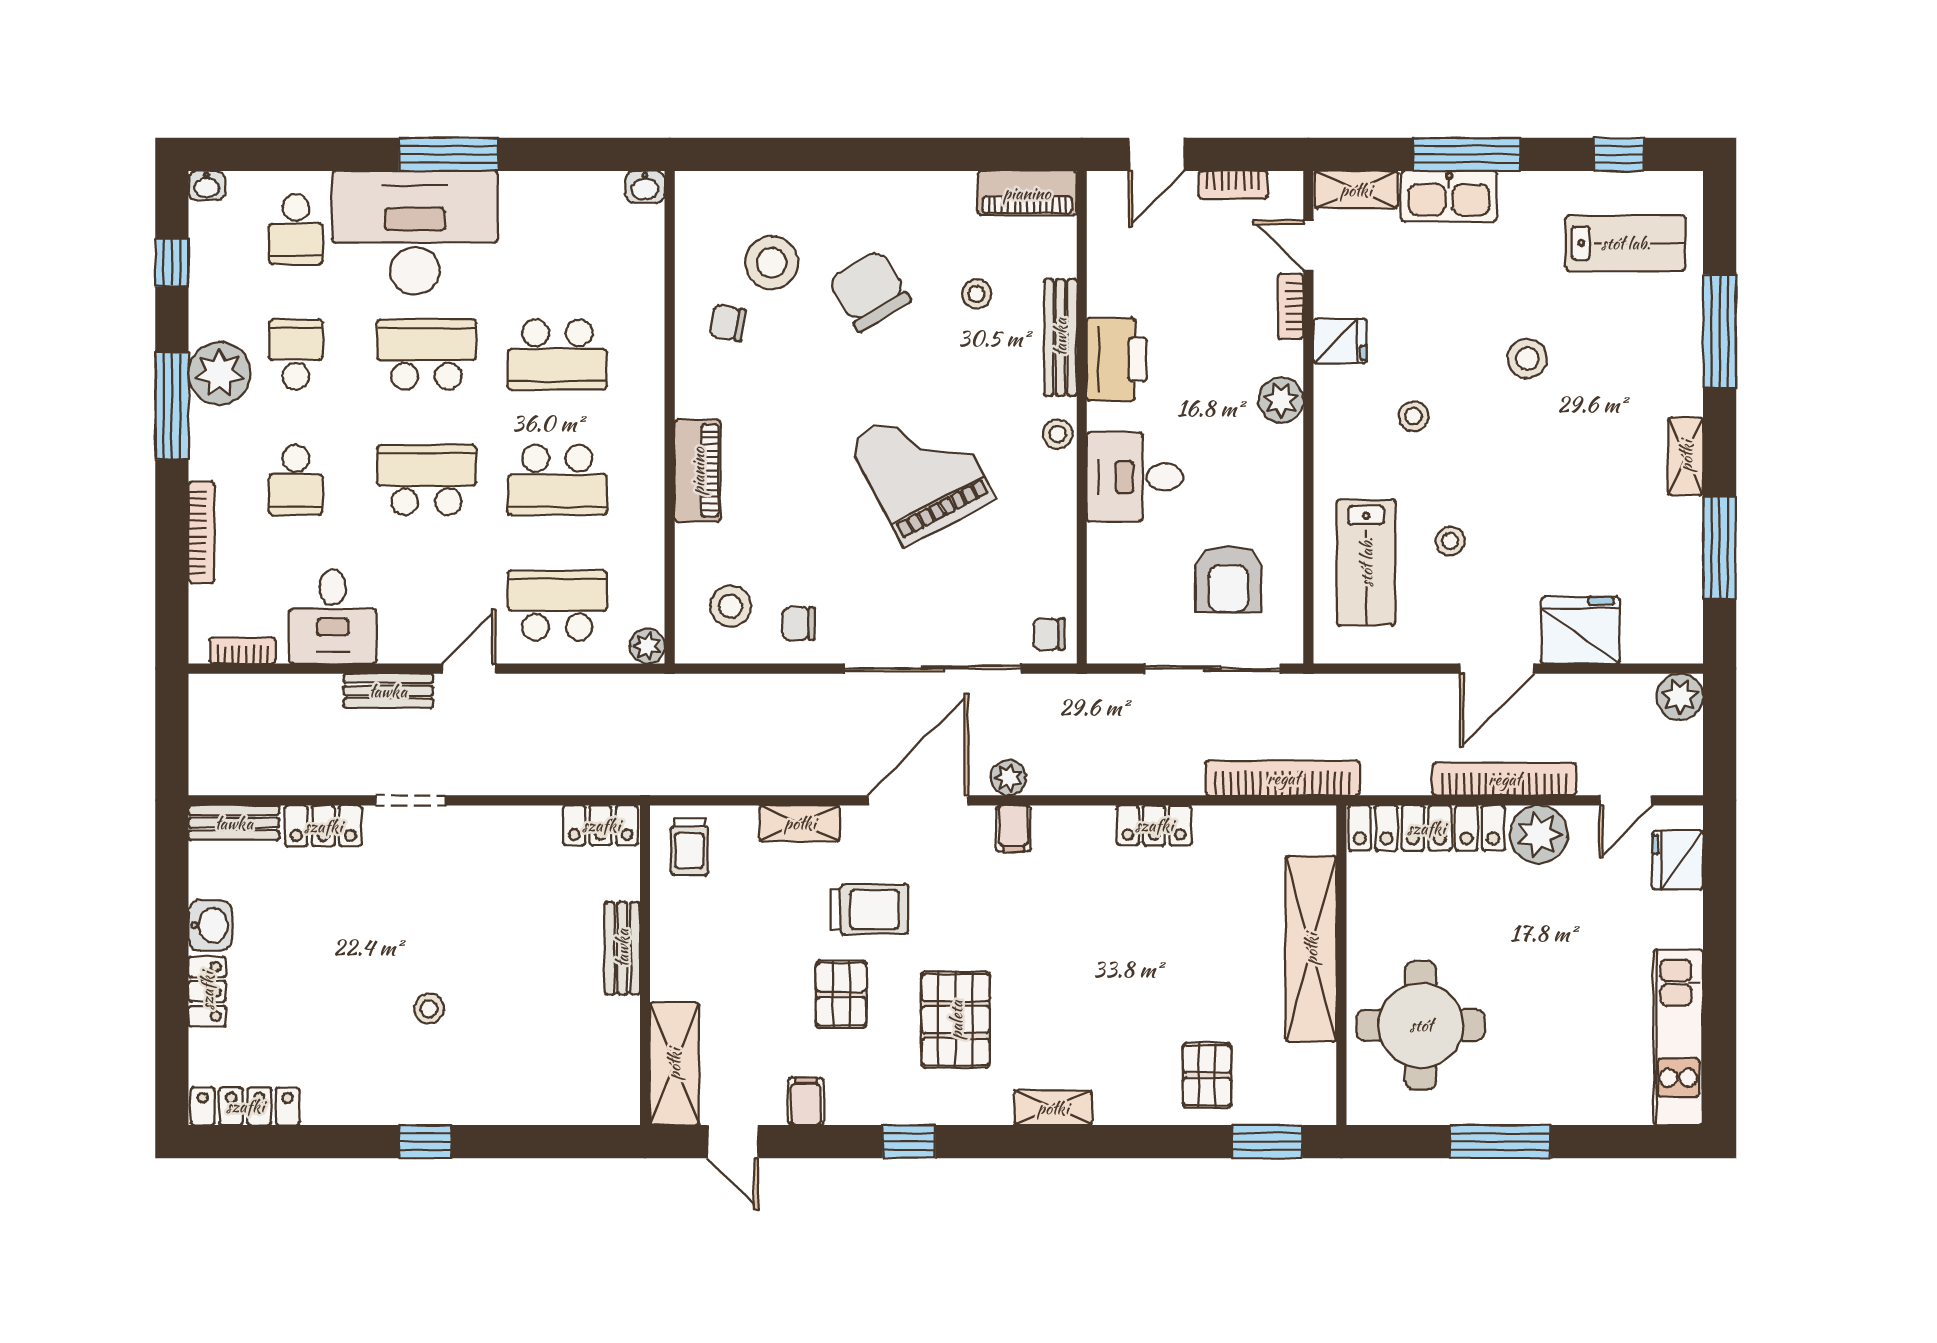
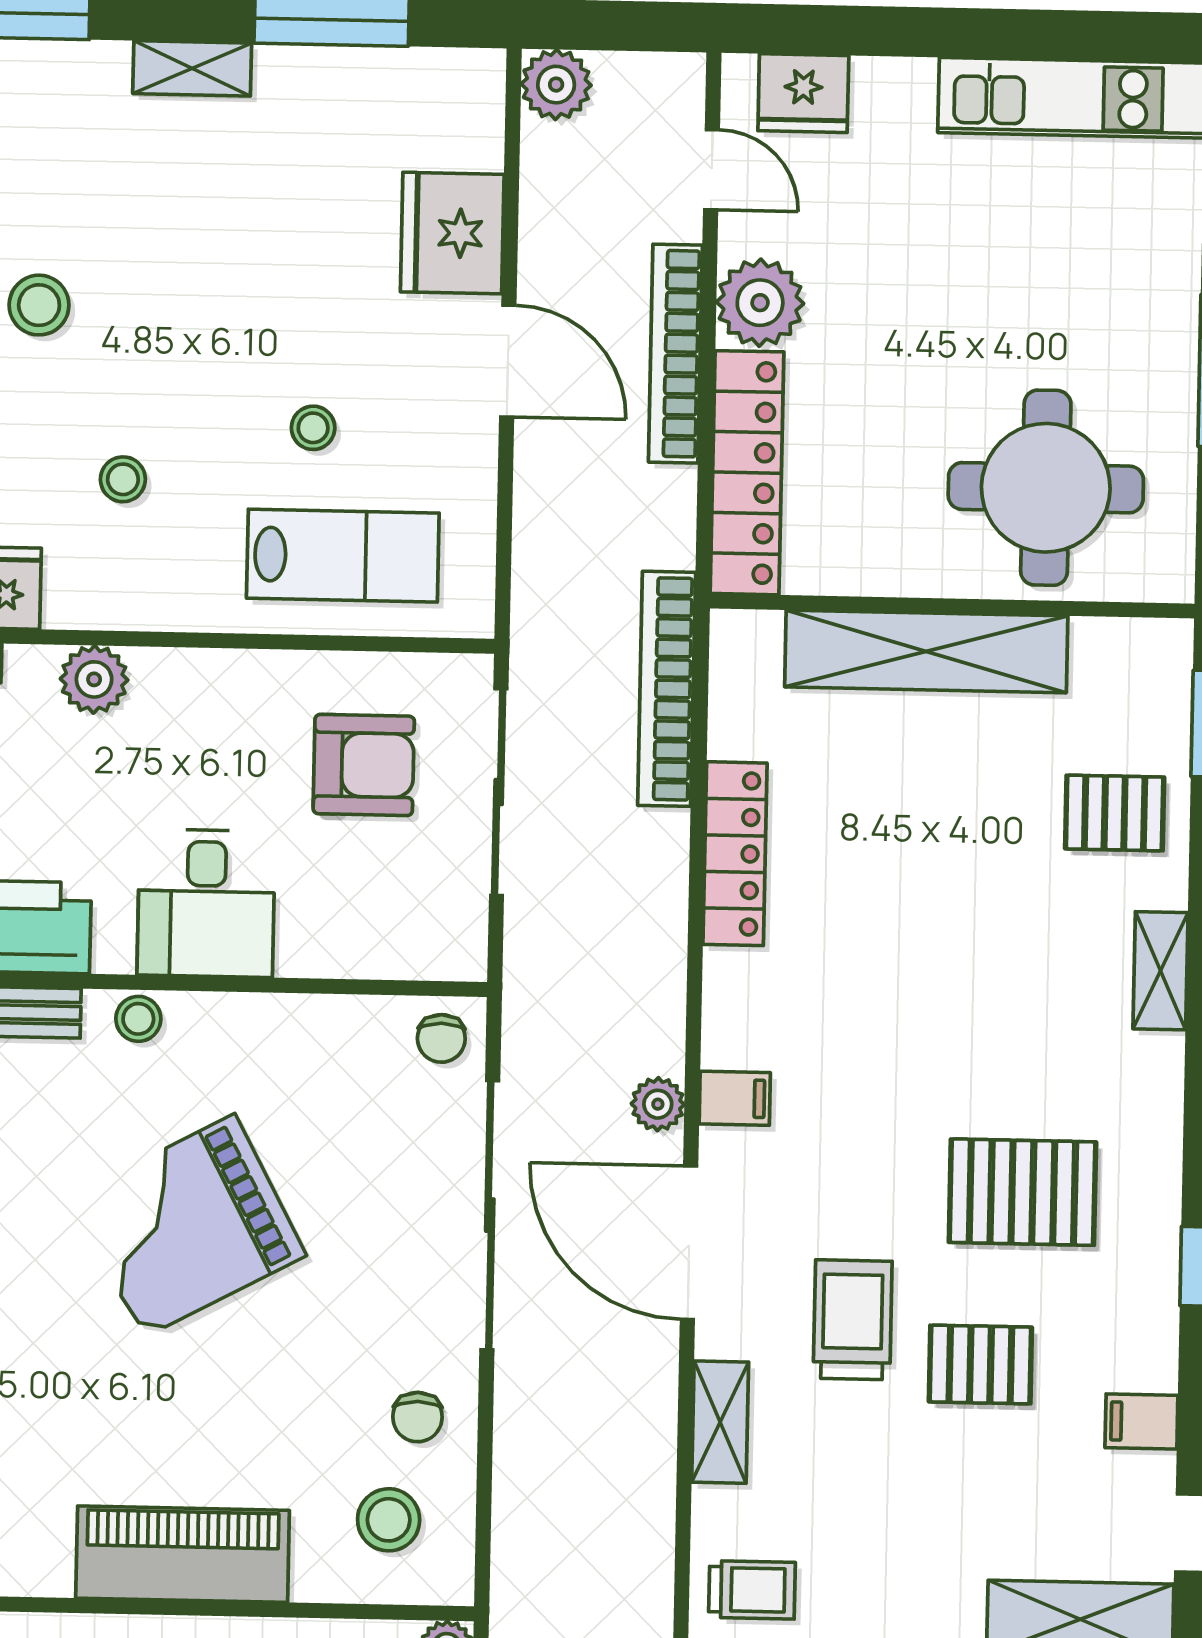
piano: (698, 471) -> (183, 1554), width x1.37, depth x1.33
locker: (1154, 825) -> (735, 854), width x1.53
shelving: (1053, 1108) -> (1160, 971), moved

